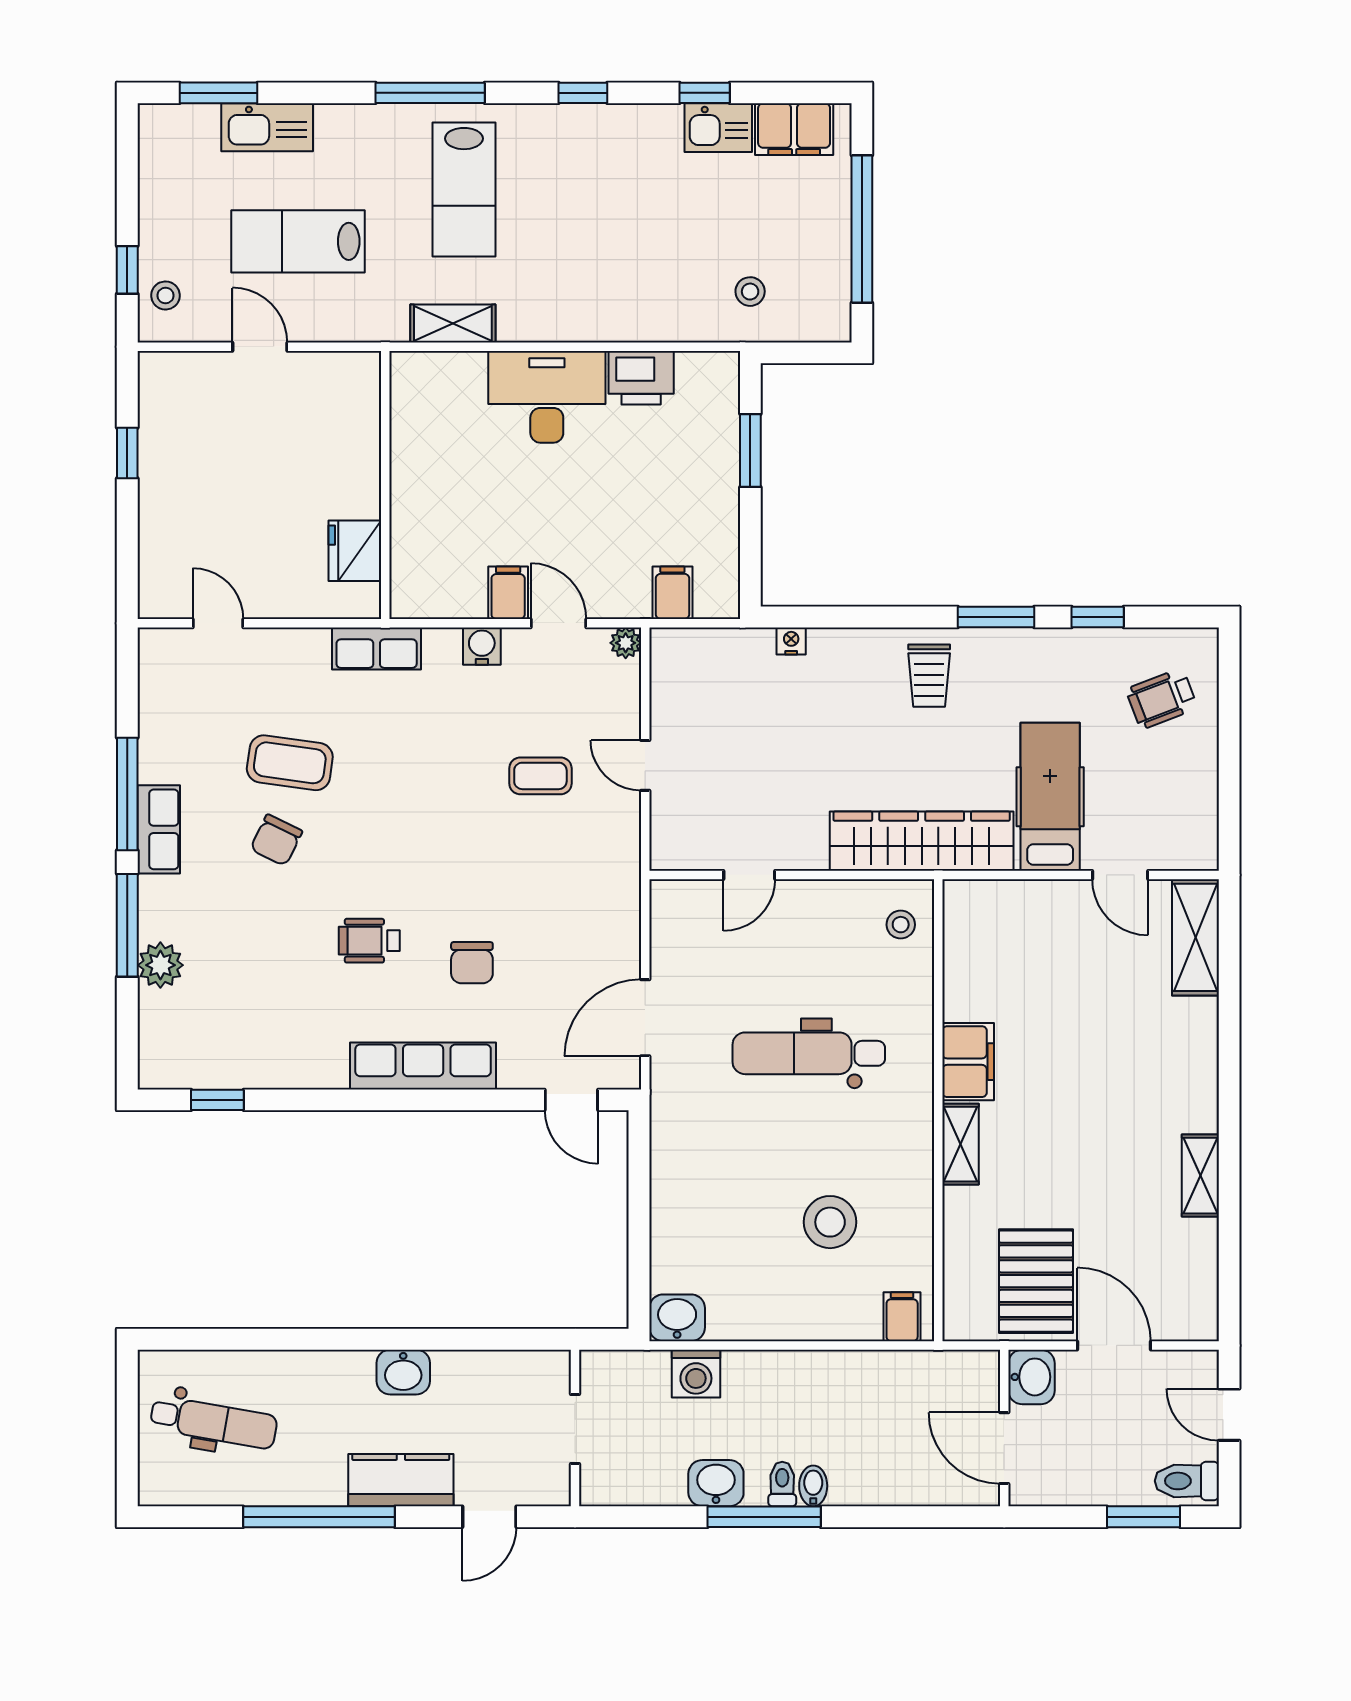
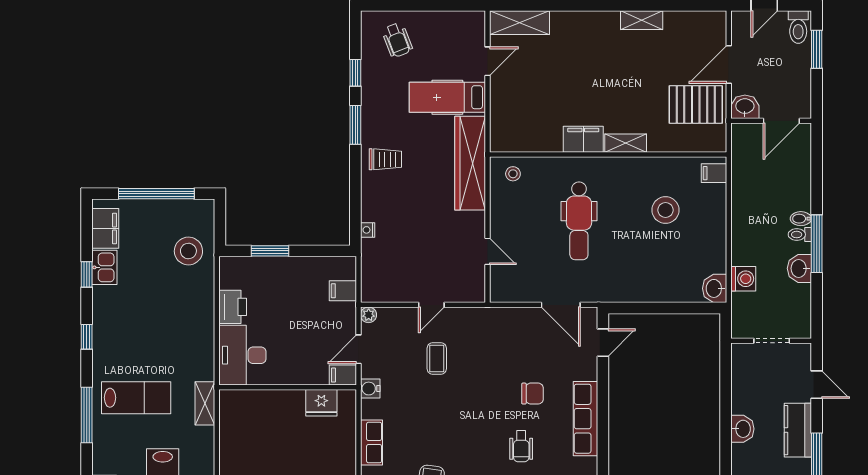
stool: (750, 292) -> (188, 251), width x1.89, depth x1.89
wall: (385, 485) -> (288, 387), moved
fridge: (355, 551) -> (321, 403), moved

